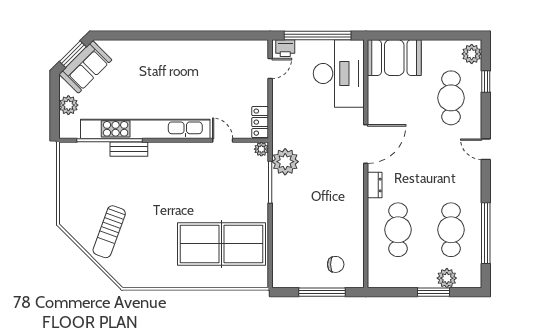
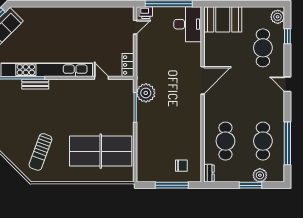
desk: (339, 73) -> (188, 24), width x0.73, depth x0.77
plant: (261, 149) -> (129, 84), removed
dresser: (375, 185) -> (209, 173), moved
sun lounger: (109, 232) -> (40, 152), moved

